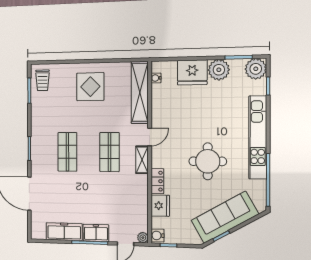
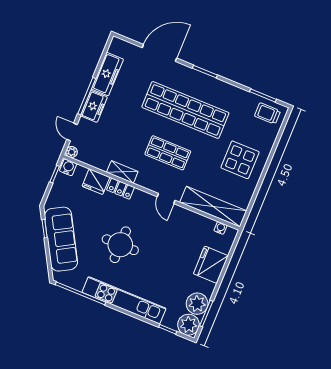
plant: (219, 70) -> (197, 304), moved
shop shelf: (67, 152) -> (185, 110), width x2.00, depth x1.36
shelving: (142, 160) -> (122, 172), moved

